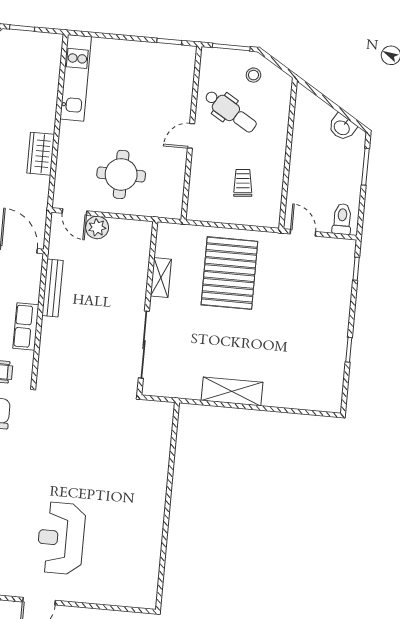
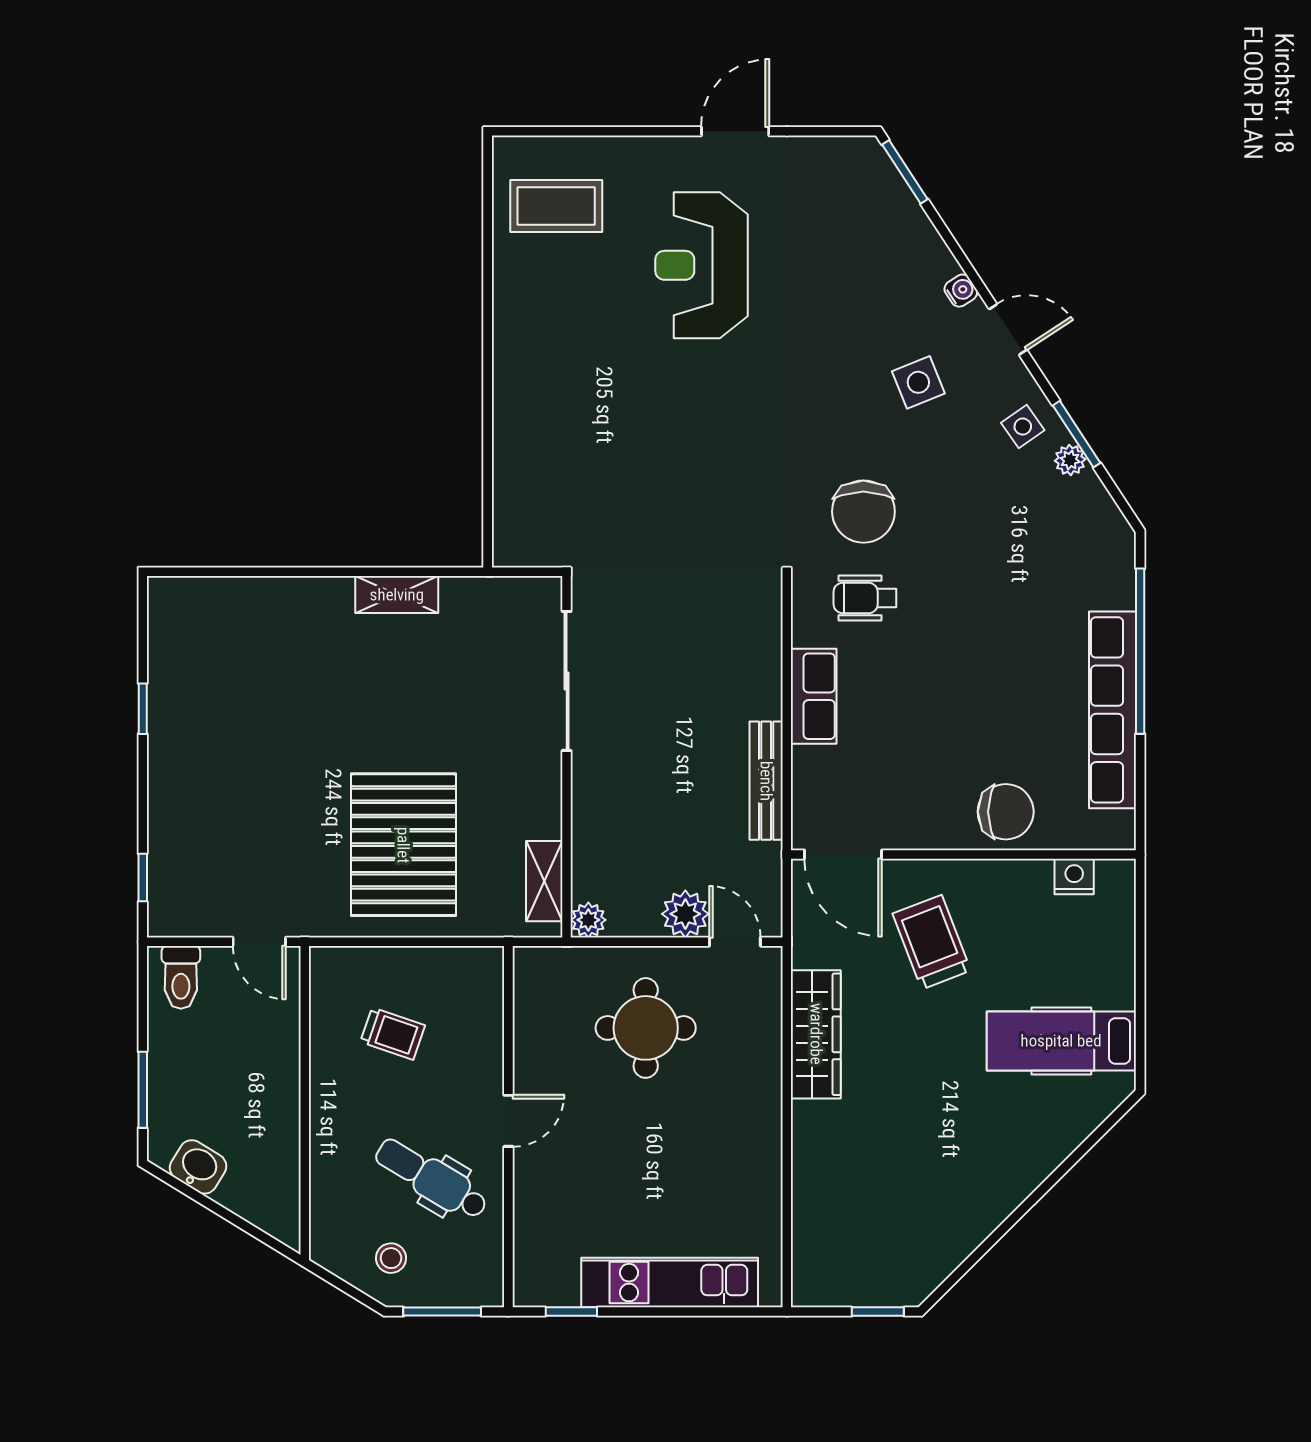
kitchen unit: (76, 78) -> (670, 1283), moved, turned 90
wardrobe: (41, 154) -> (816, 1034), width x1.50
trolley: (243, 183) -> (393, 1034), turned -66
plant: (144, 229) -> (588, 920), added
shelving: (161, 278) -> (544, 881), moved
shelving: (232, 391) -> (397, 595), width x0.67, depth x0.75
reception desk: (61, 538) -> (702, 265), turned 180
coffee table: (128, 573) -> (556, 206), added

